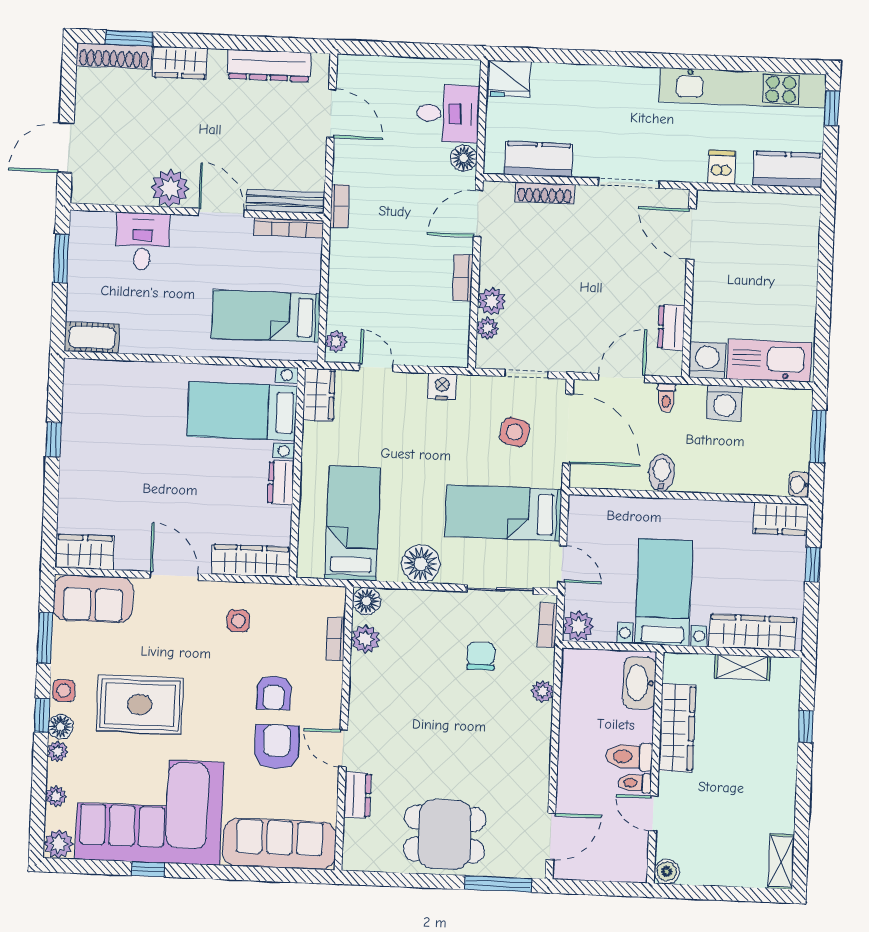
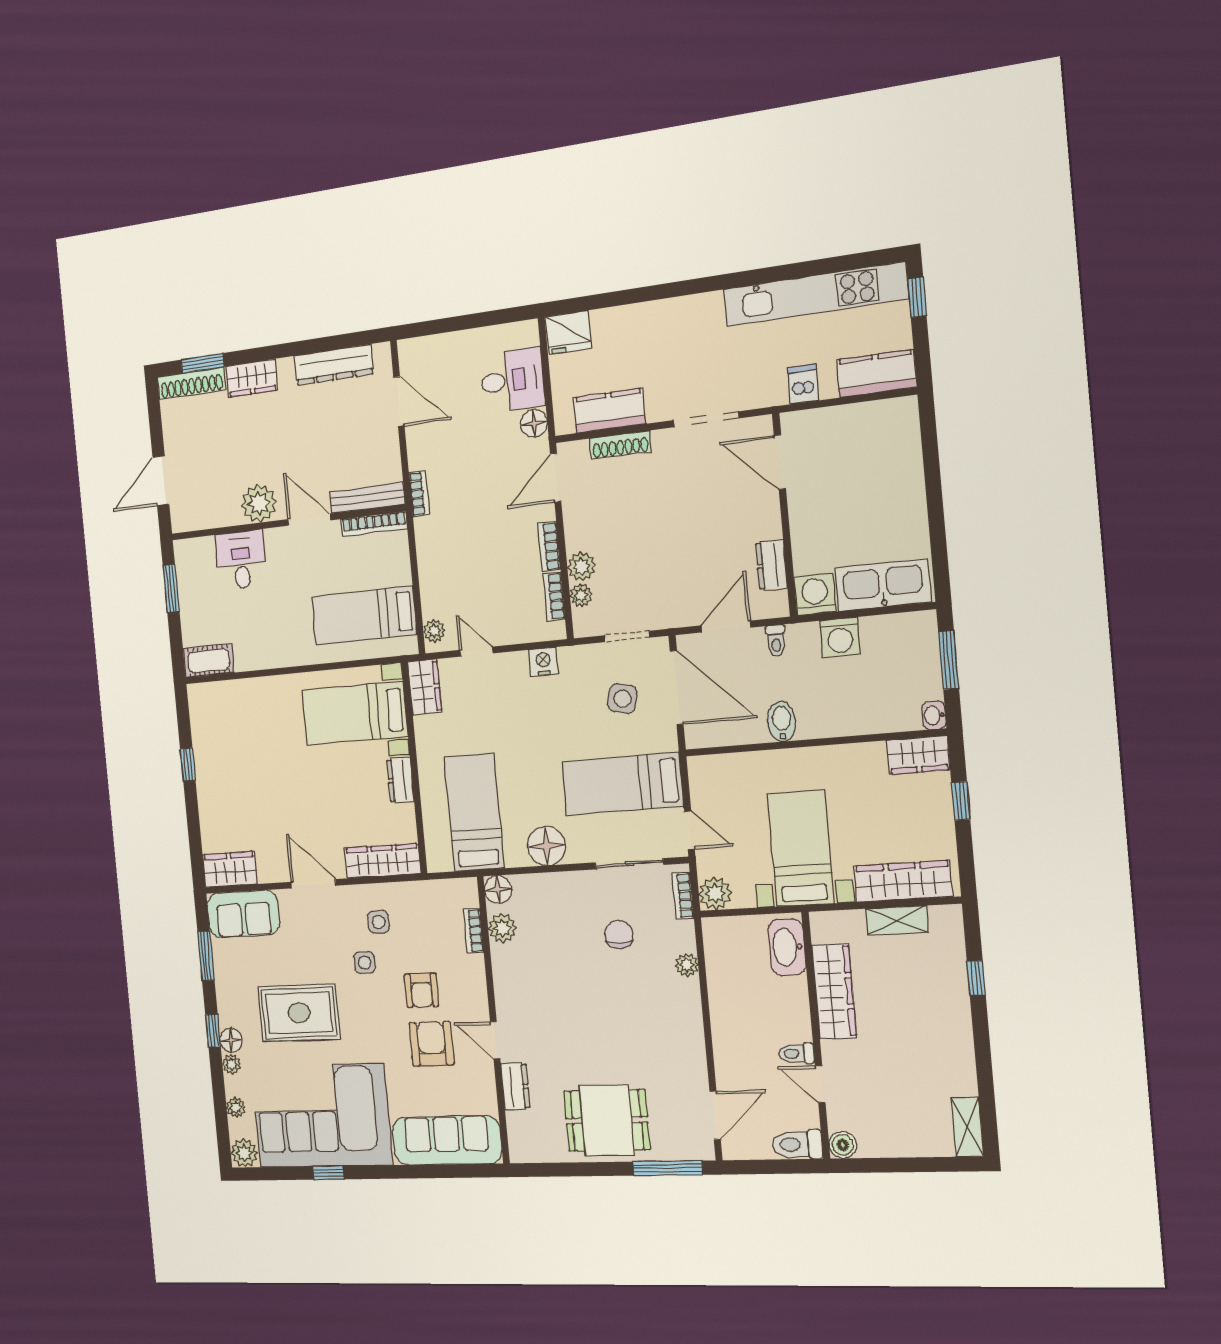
bookcase: (461, 326) -> (554, 597), added
side table: (64, 691) -> (365, 963), moved
toilet: (629, 757) -> (797, 1144), moved

